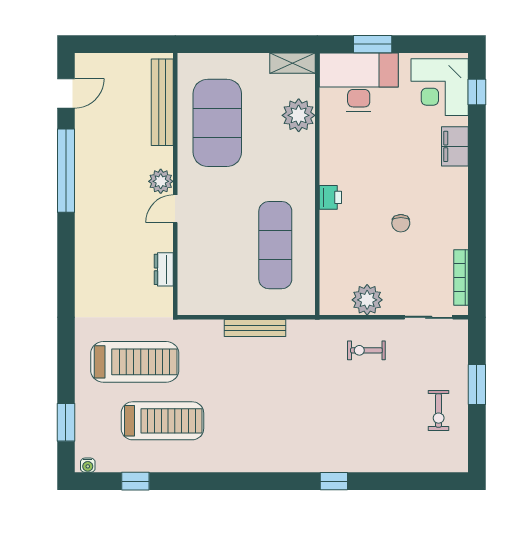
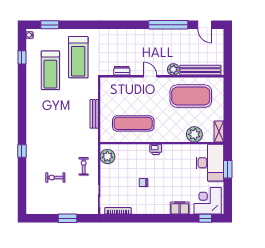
plant: (161, 181) -> (173, 69), moved
plant: (367, 300) -> (107, 156), moved
exercise bike: (439, 410) -> (55, 177), moved

